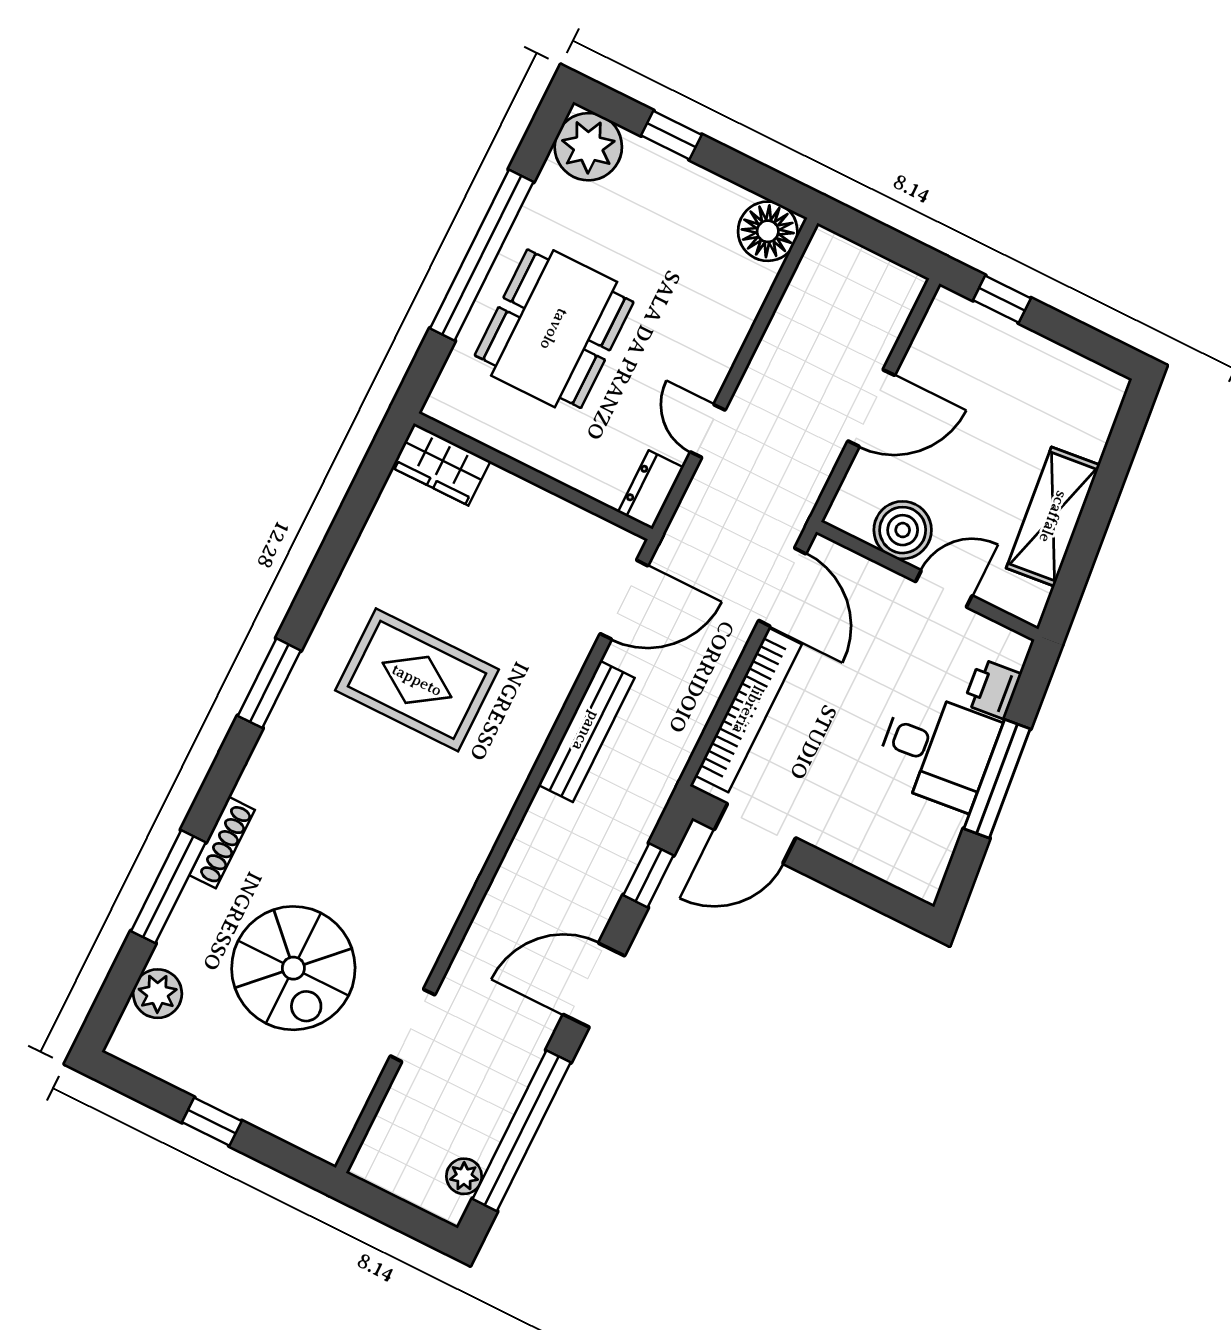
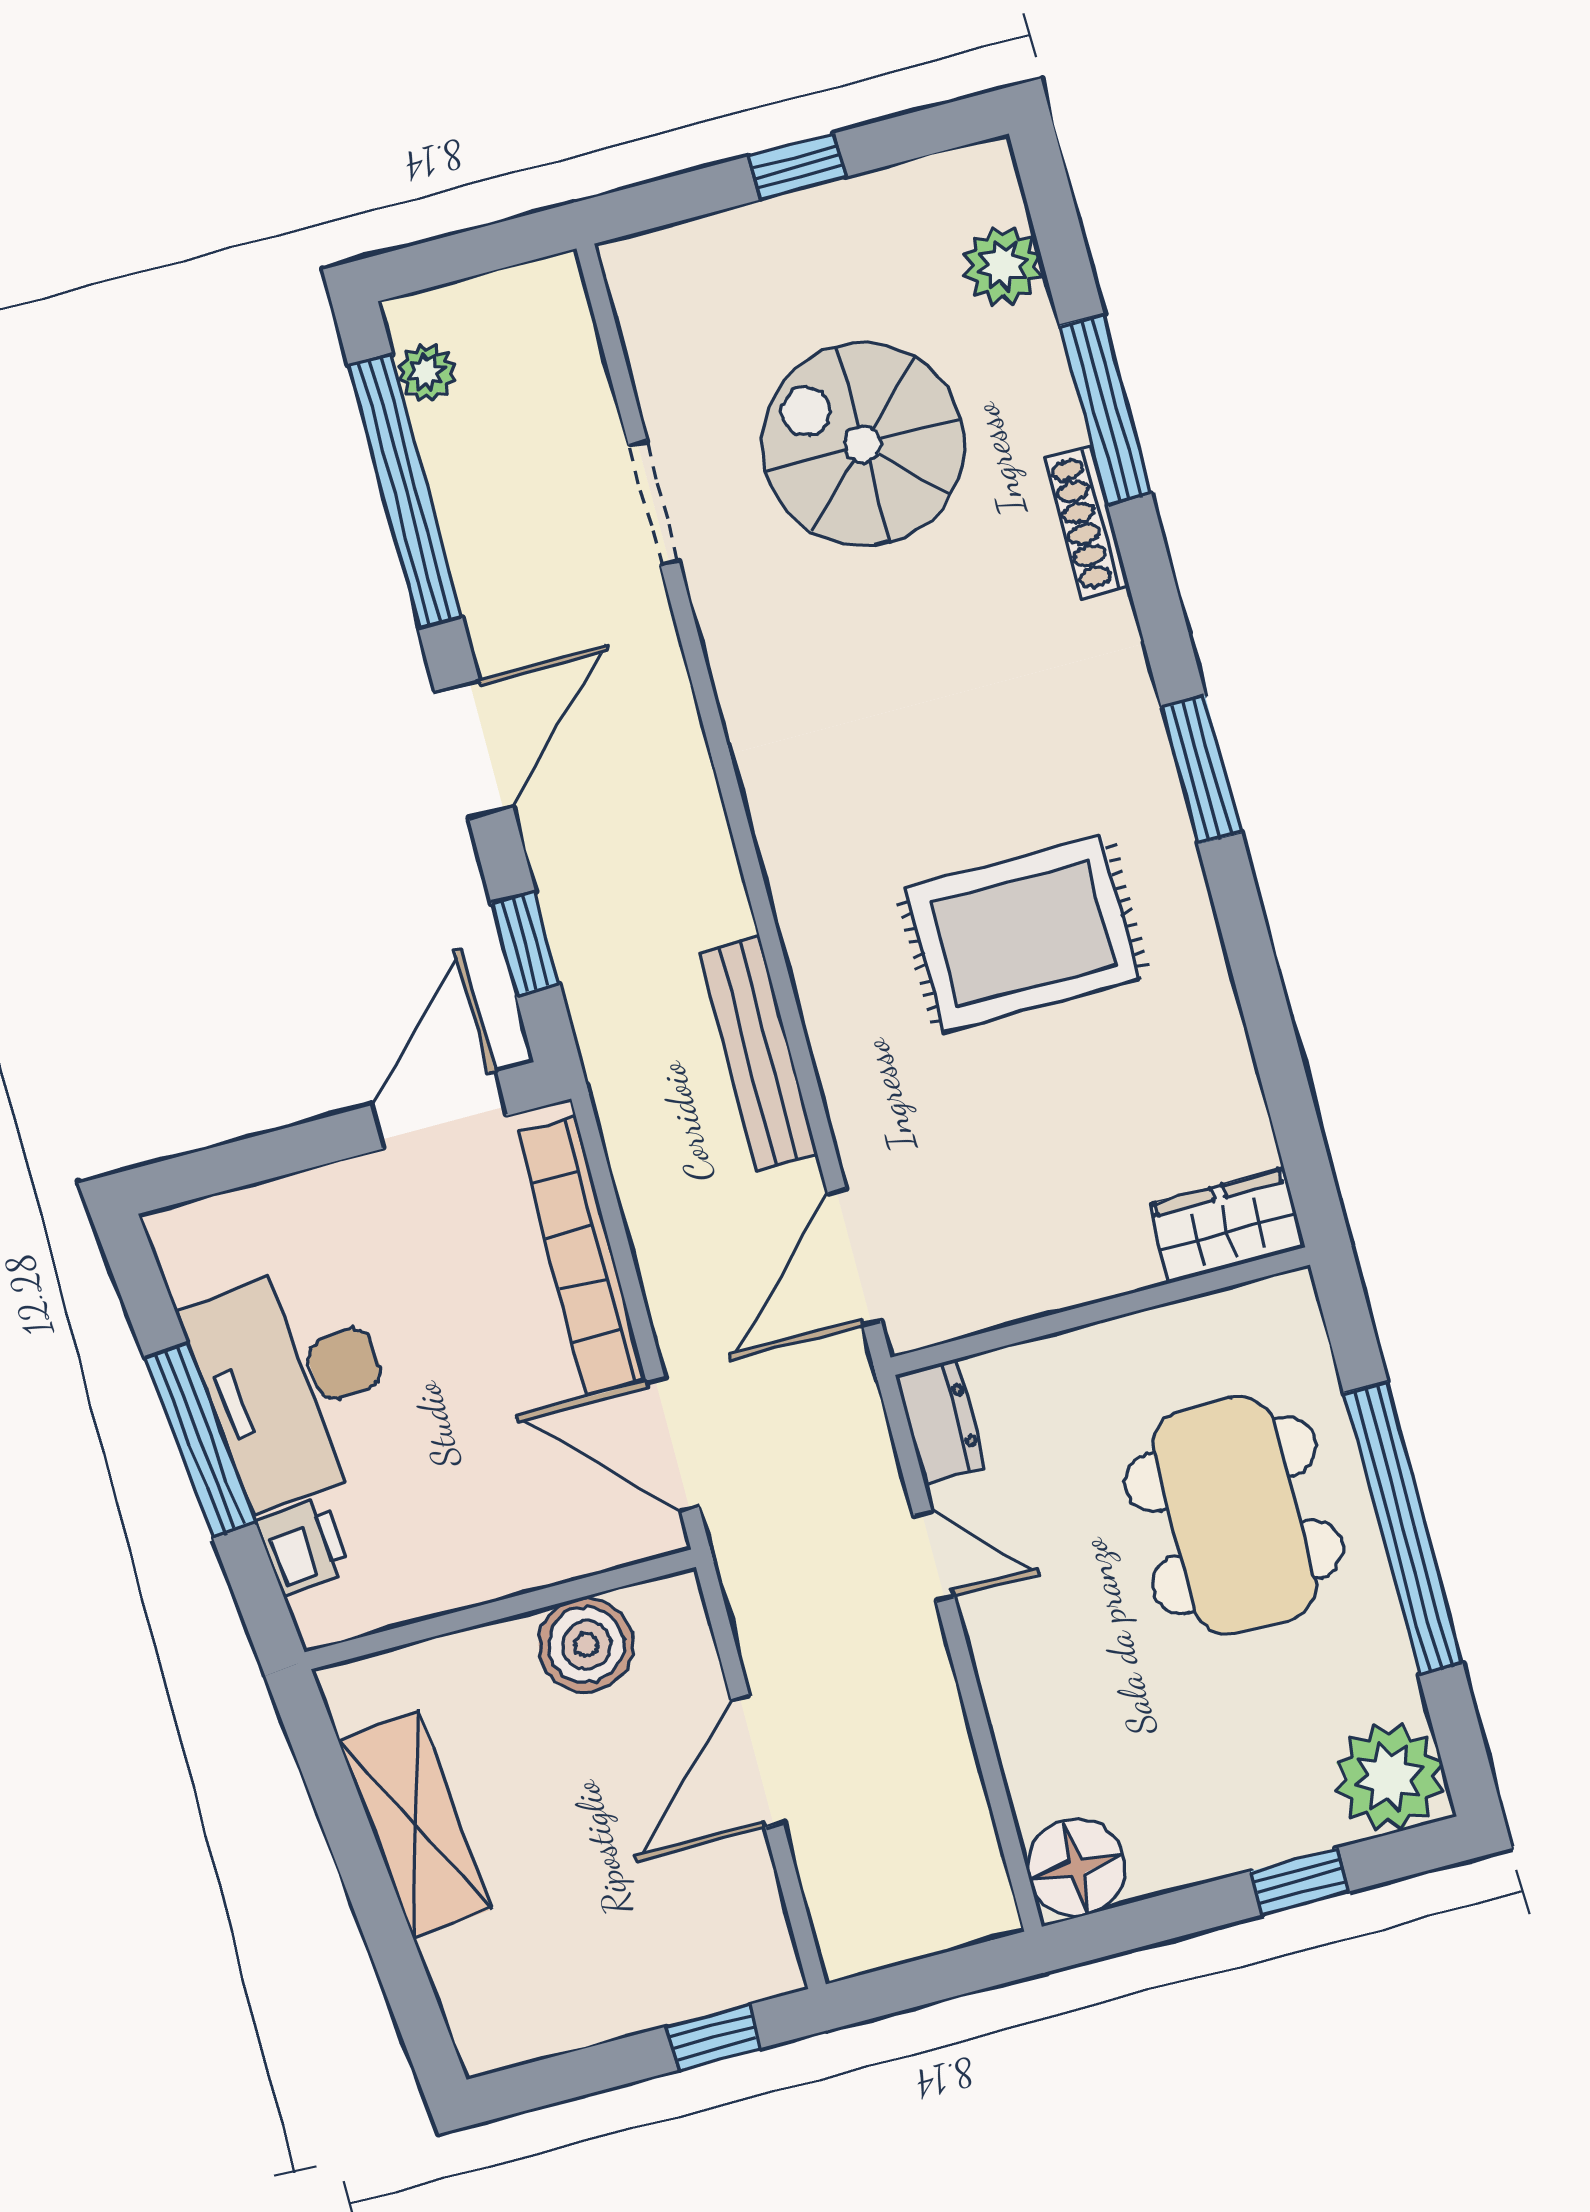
door: (944, 589) -> (472, 1617), removed
desk: (937, 750) -> (294, 1383), width x1.37

